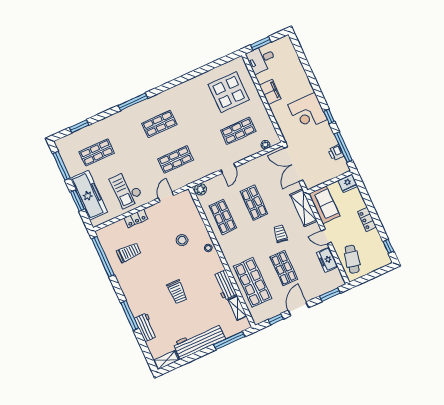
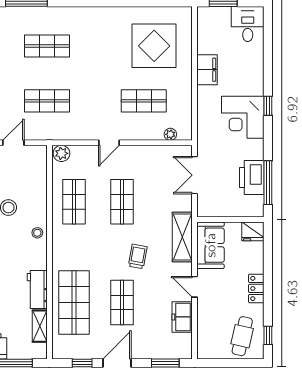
desk: (261, 59) -> (248, 24), moved, turned 90
window: (329, 116) -> (268, 106), moved
printer: (336, 153) -> (252, 178), width x1.87, depth x1.48
double door: (293, 164) -> (195, 175), width x0.73
cafe table: (352, 259) -> (242, 336), moved

